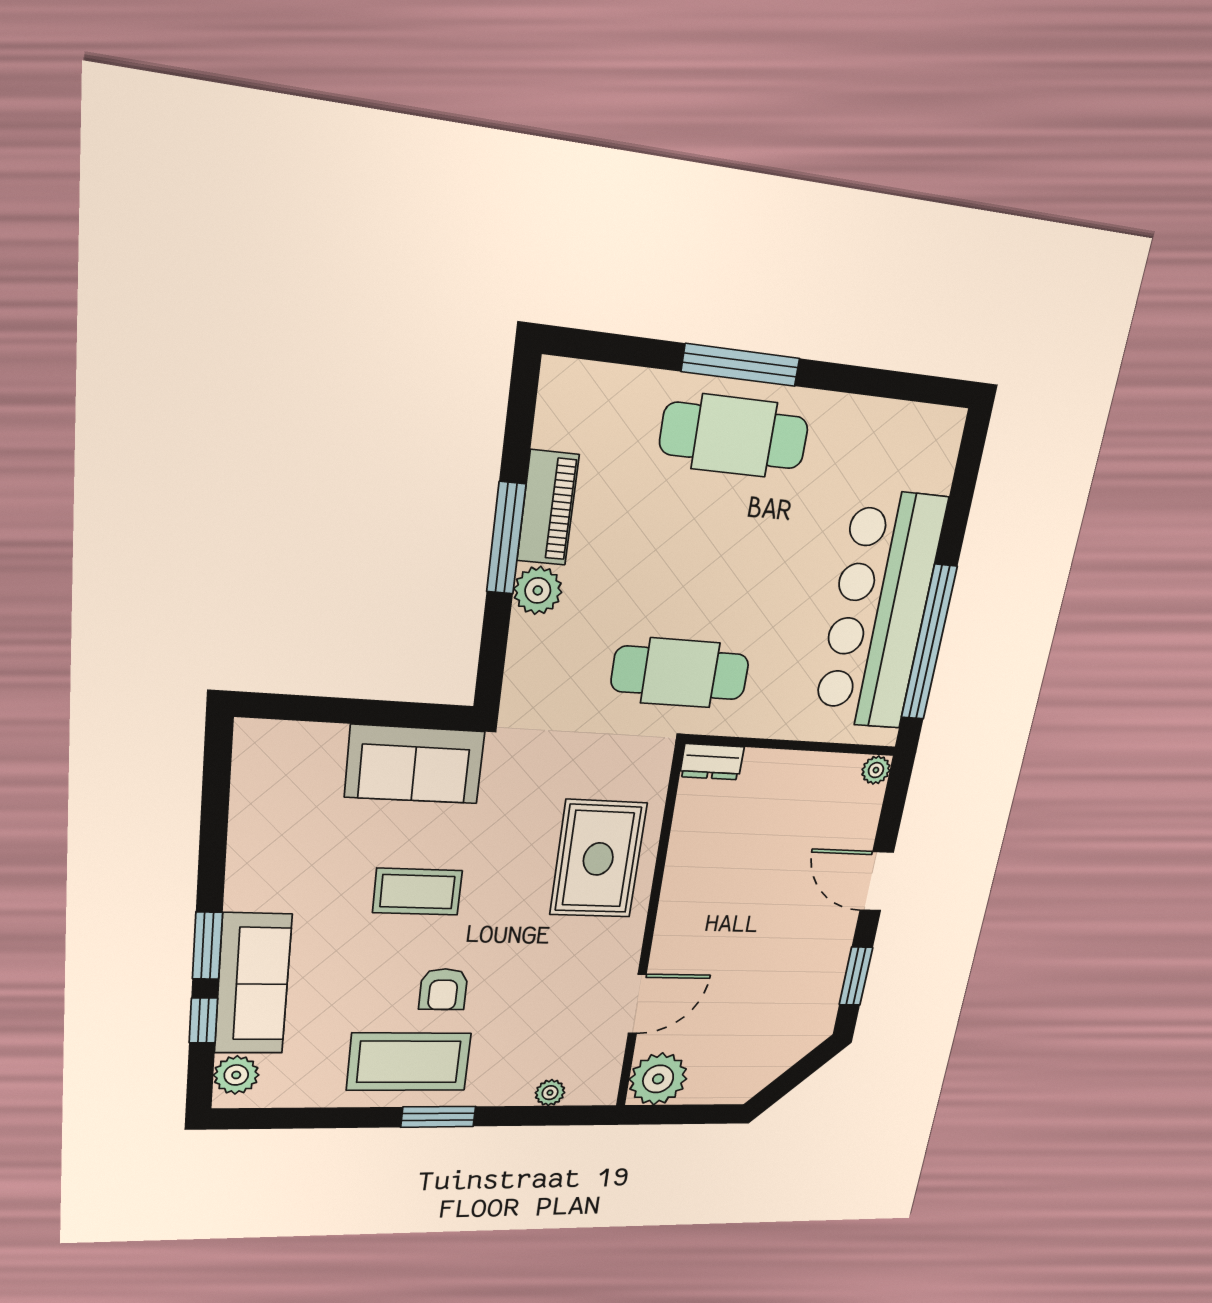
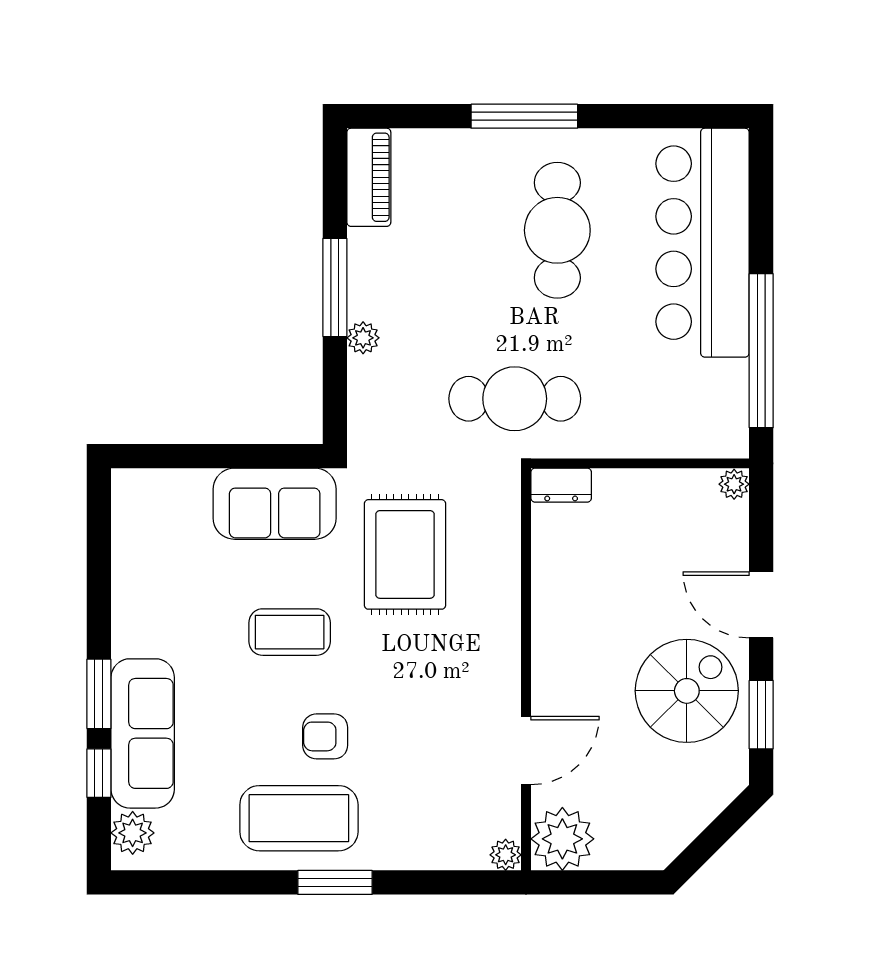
cafe table: (734, 436) -> (557, 230), moved, turned 90
piano: (548, 508) -> (369, 177), moved
plant: (538, 590) -> (363, 338), width x0.73, depth x0.73
bar counter: (879, 611) -> (703, 243), moved
rug: (598, 859) -> (405, 554), moved
spiral stairs: (794, 955) -> (687, 691), added
armchair: (443, 989) -> (325, 736), turned 90
plant: (550, 1093) -> (506, 855), moved

